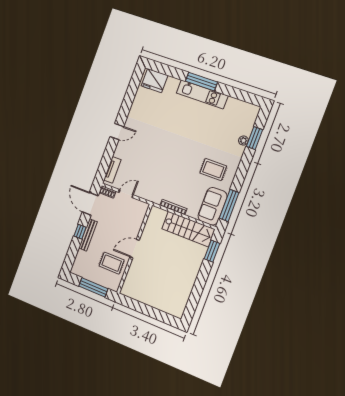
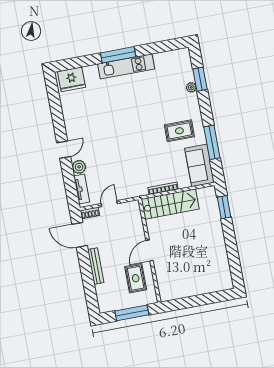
plant: (120, 152) -> (79, 167), added
window: (229, 205) -> (212, 142), moved
stairs: (188, 229) -> (170, 204), moved
window: (80, 232) -> (86, 268), removed
rug: (112, 263) -> (136, 278), turned 90

